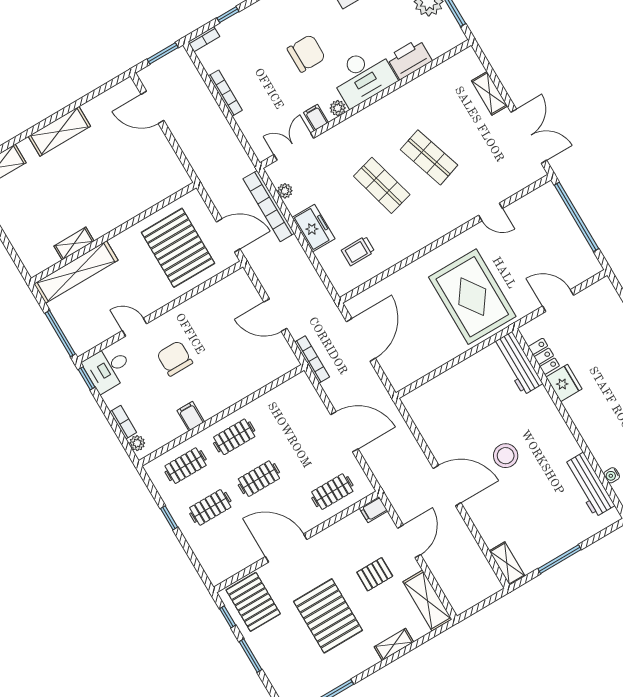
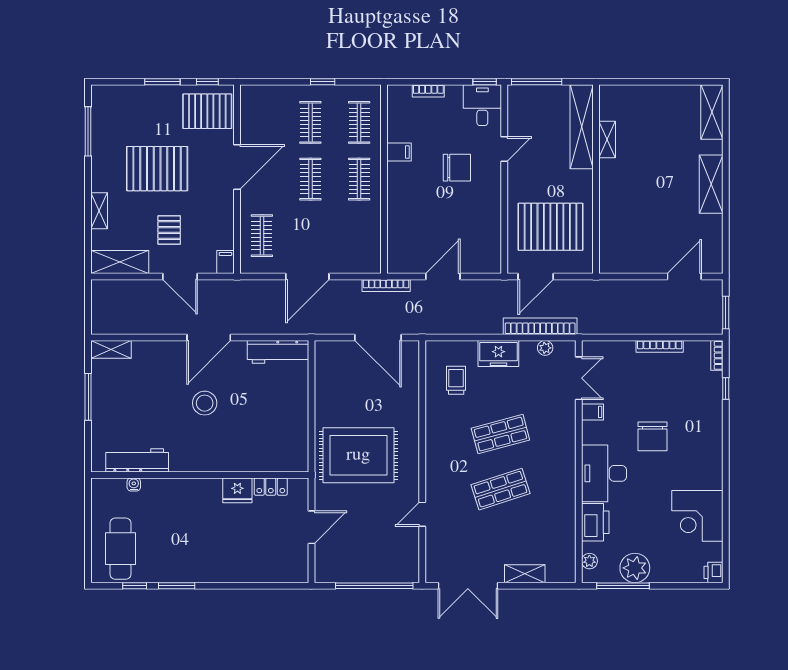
plant: (338, 108) -> (589, 561), moved
workbench: (518, 363) -> (278, 352), moved, turned 180
plant: (137, 443) -> (403, 92), removed

